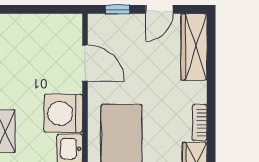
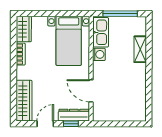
dresser: (113, 24) -> (74, 115), added
washing machine: (63, 113) -> (99, 54), width x0.53, depth x0.53

